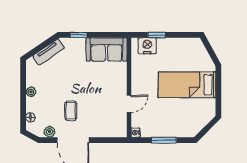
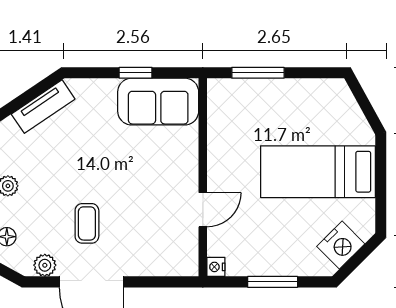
window: (79, 35) -> (136, 73), moved
window: (157, 35) -> (258, 73), width x1.50
nightstand: (147, 46) -> (341, 245), moved, turned 135

